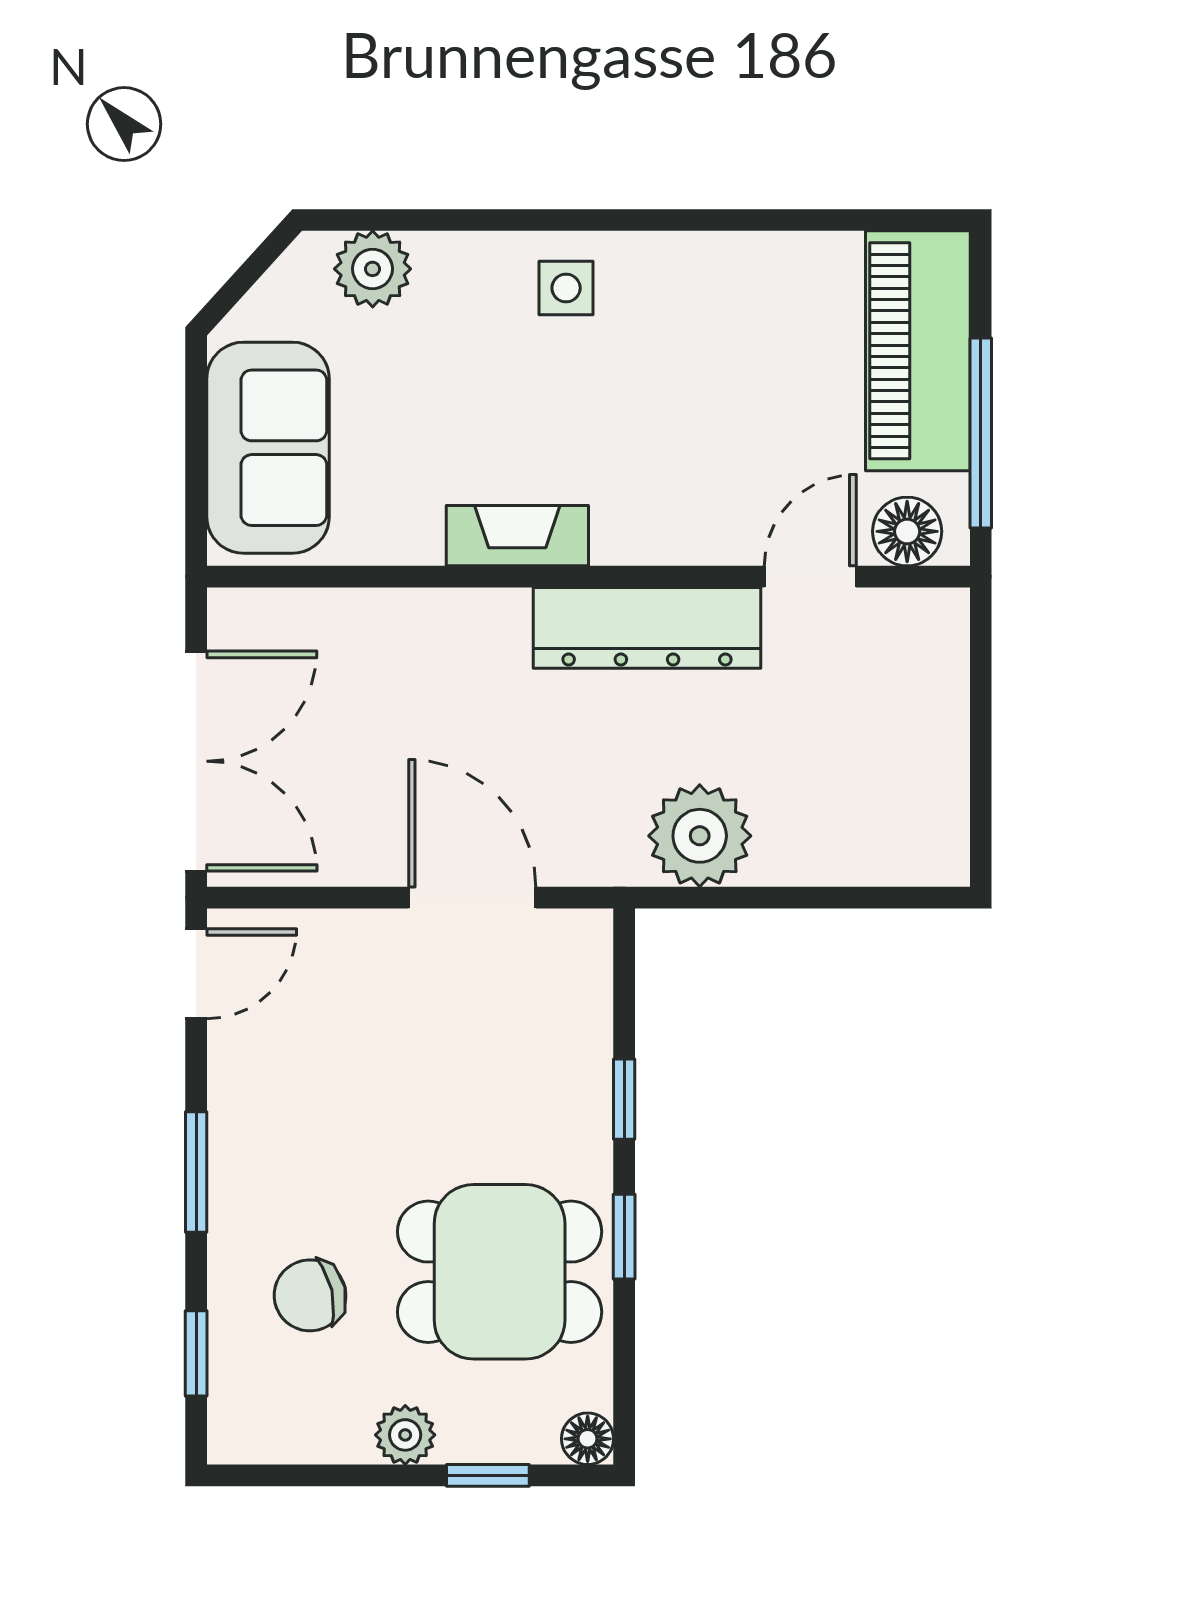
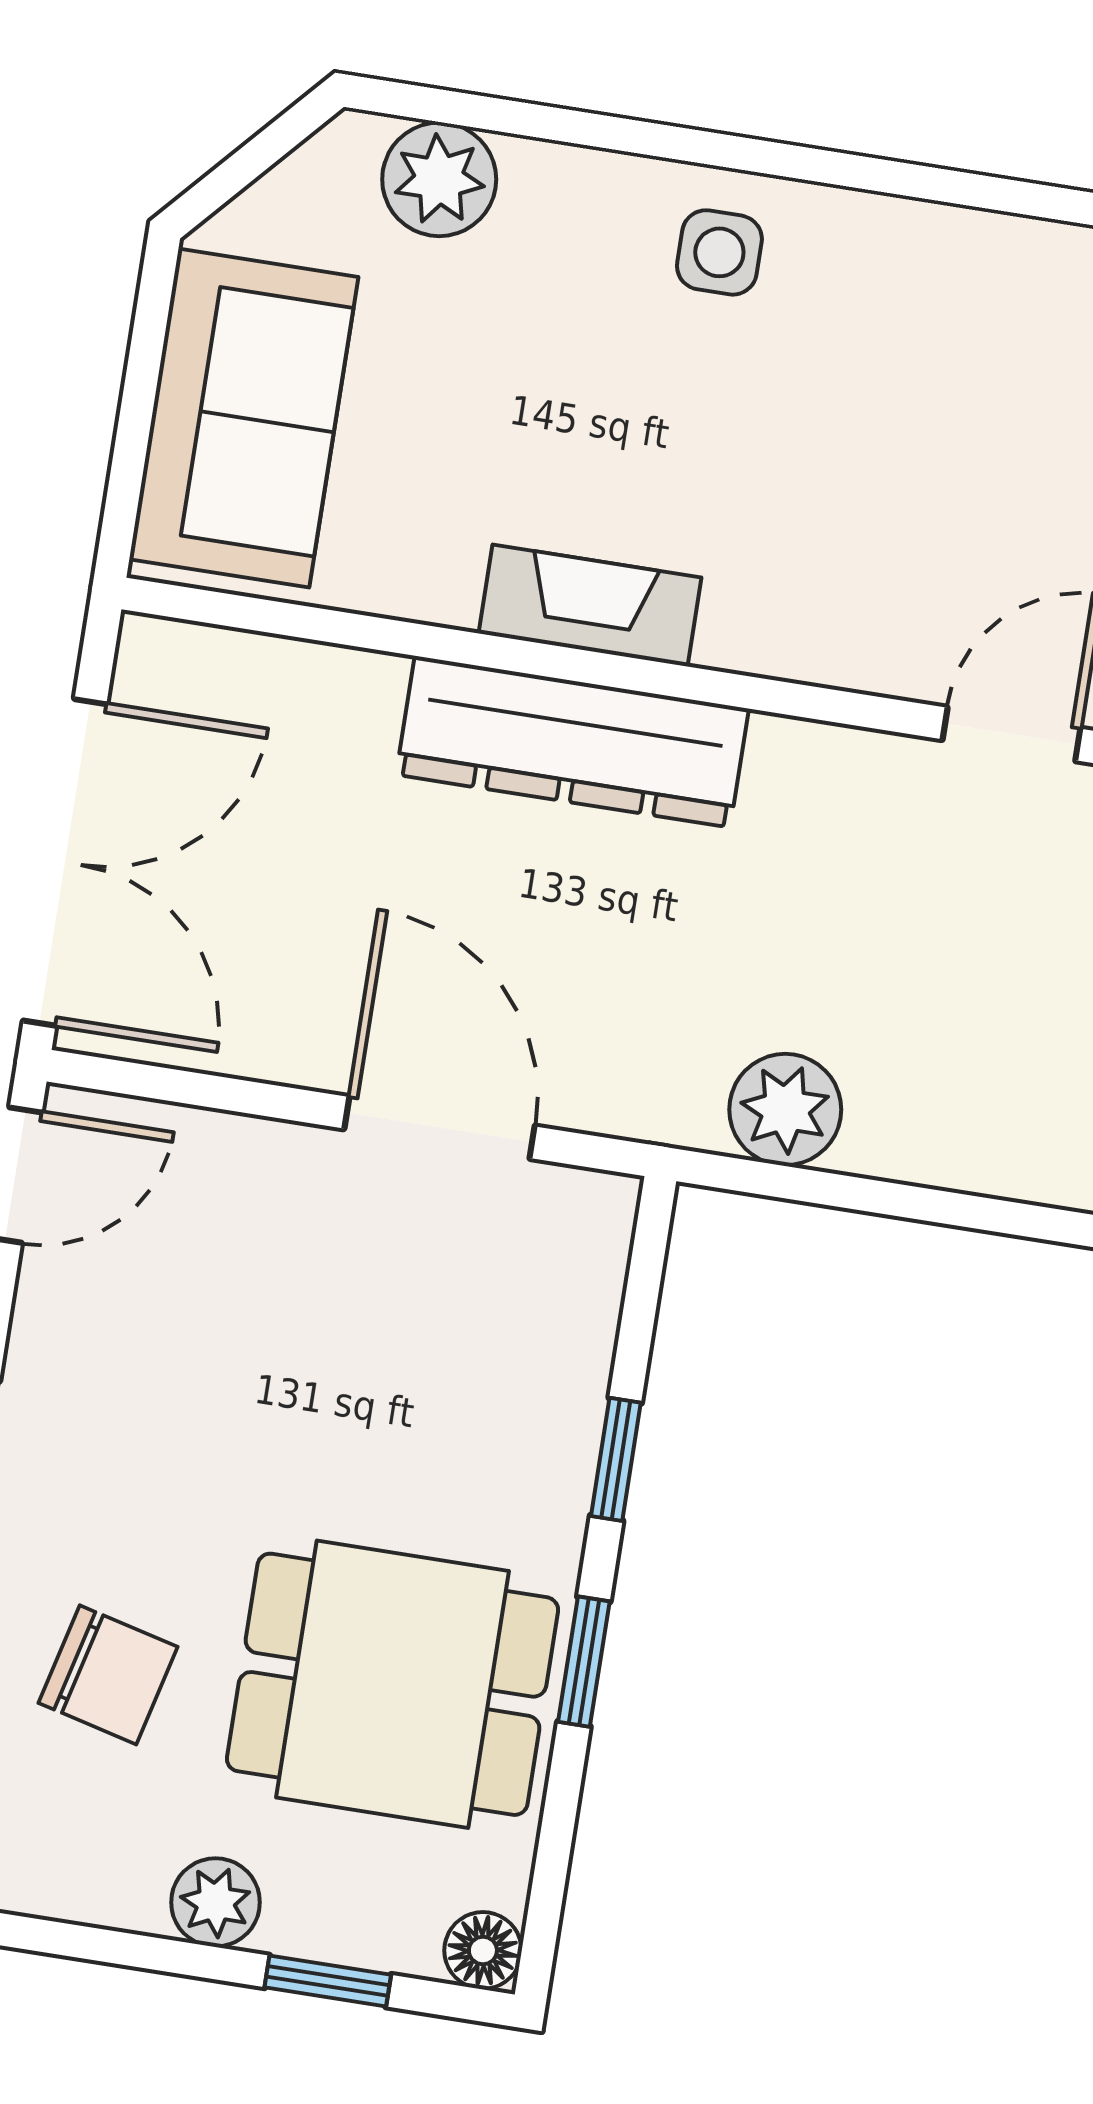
dresser: (647, 628) -> (572, 742), moved
plant: (700, 836) -> (785, 1110), width x0.73, depth x0.73
chair: (310, 1295) -> (108, 1675), turned -153

